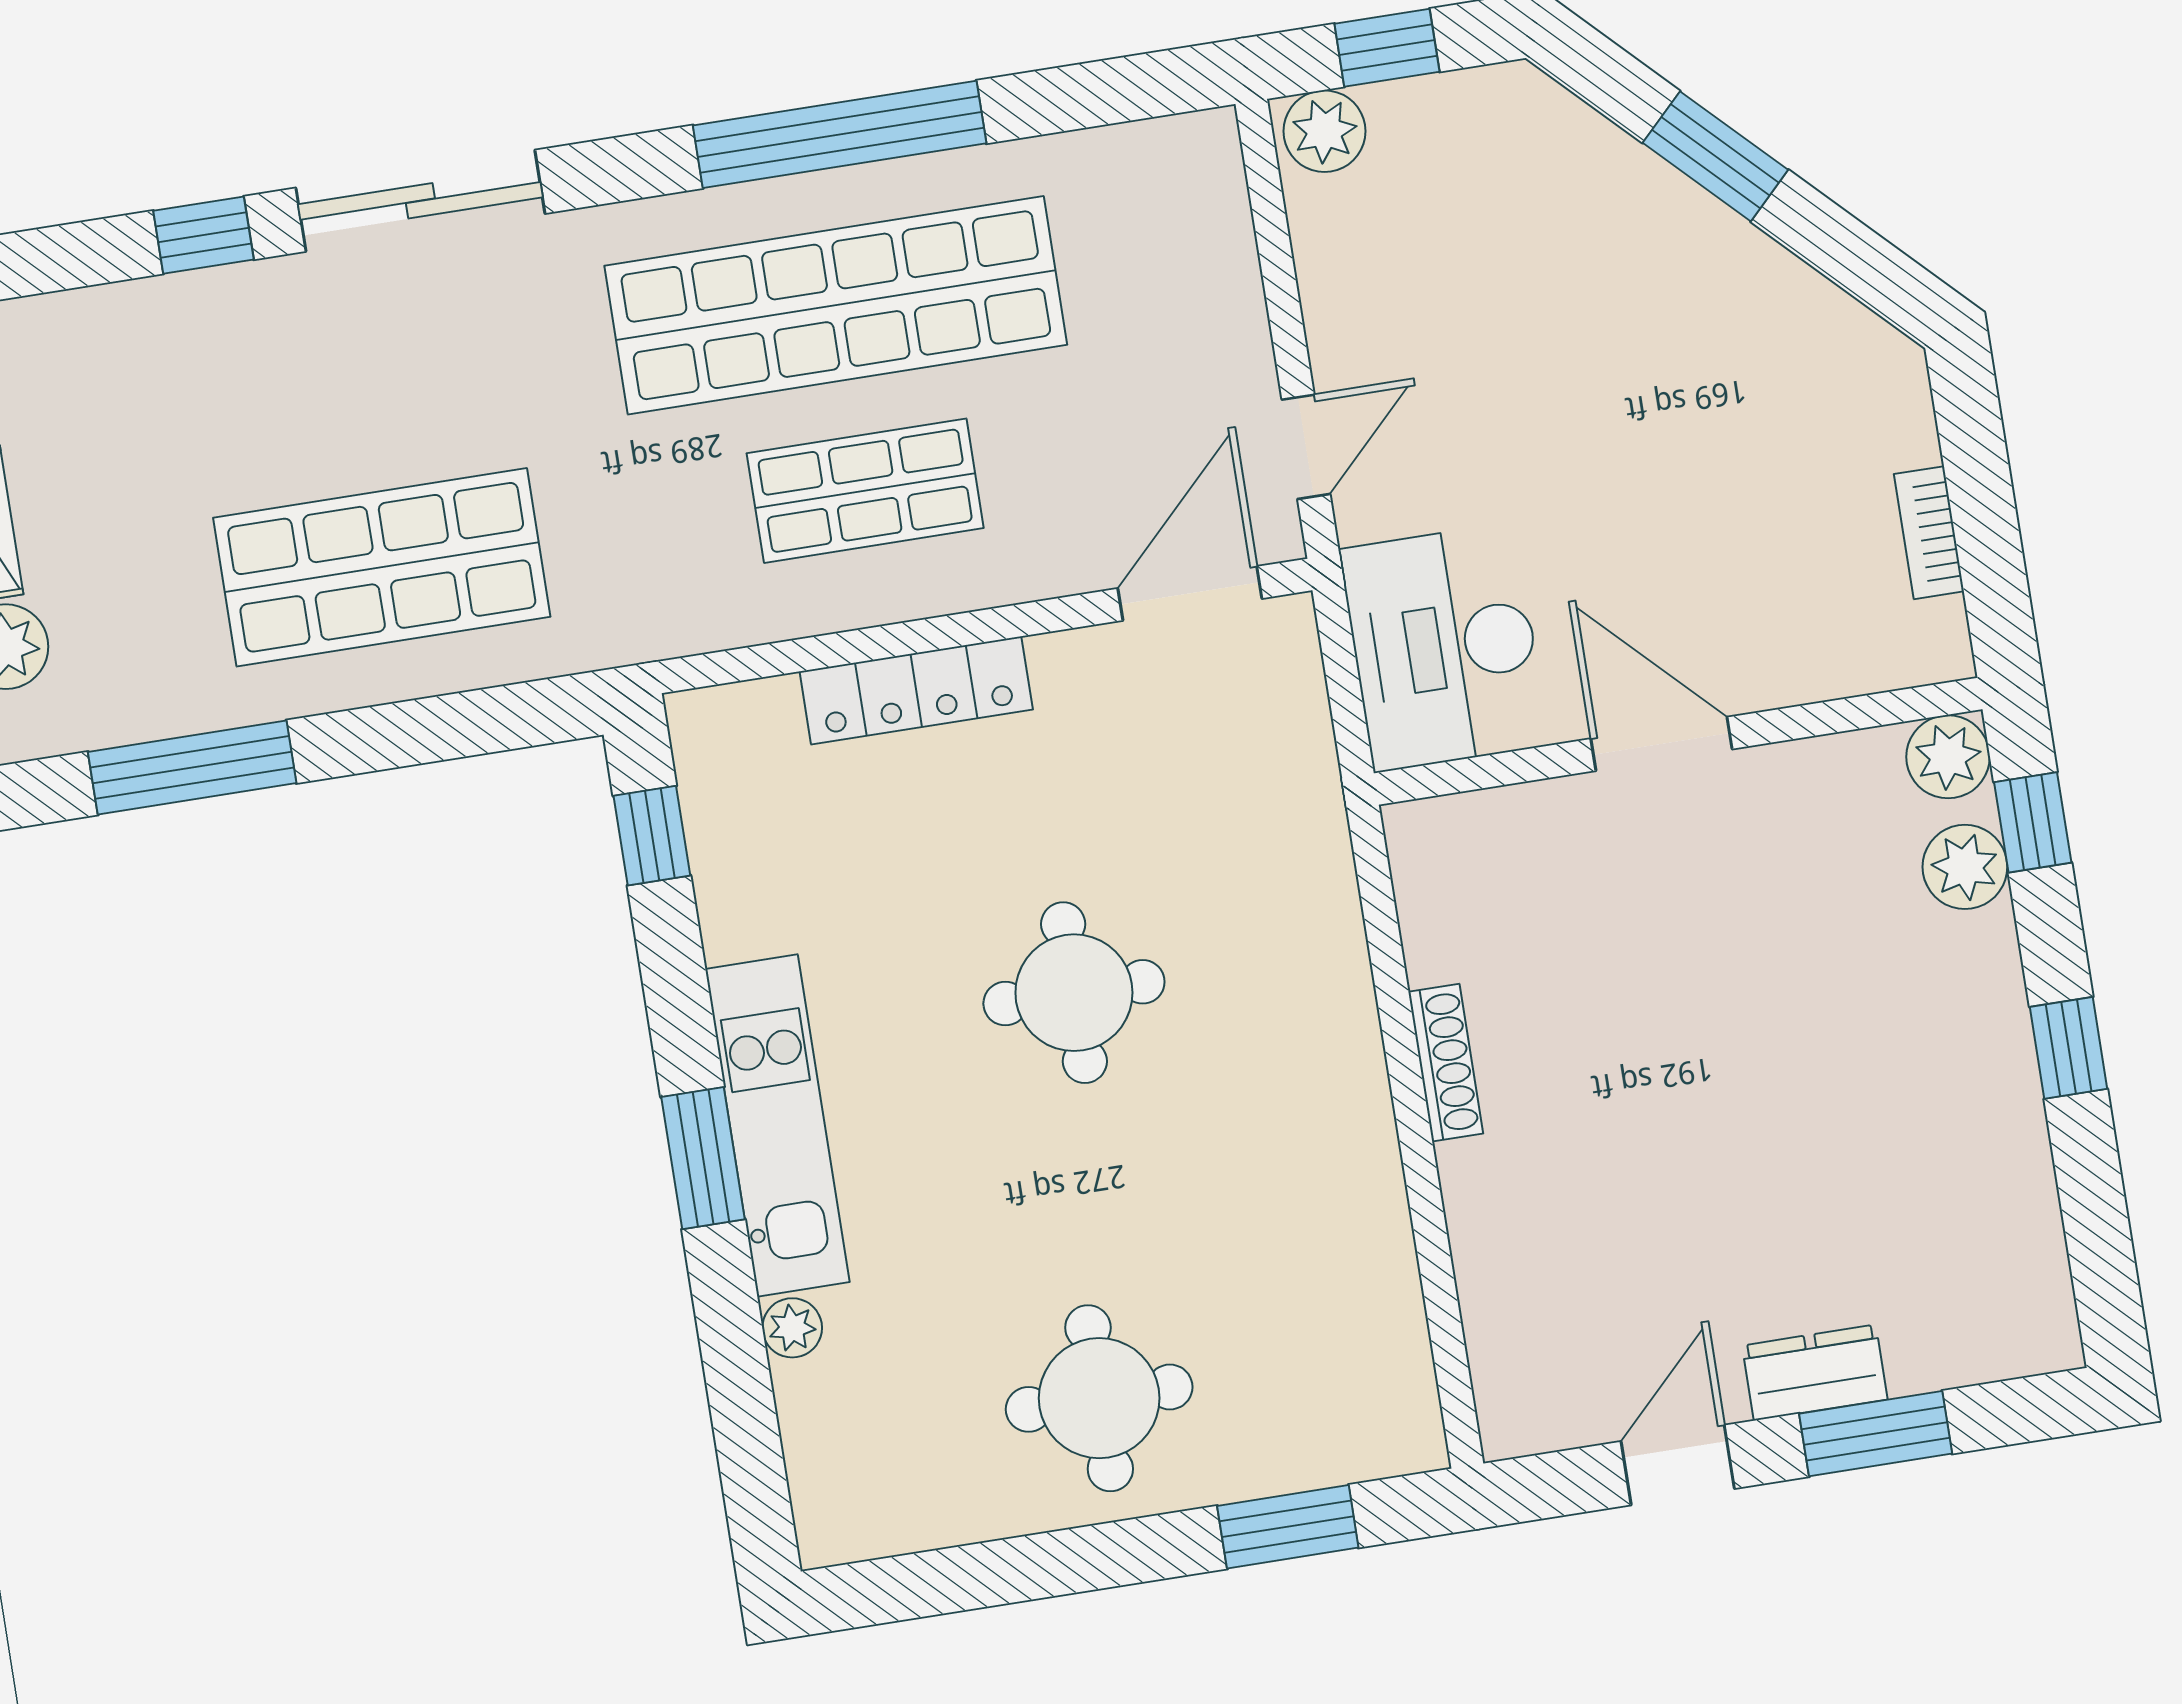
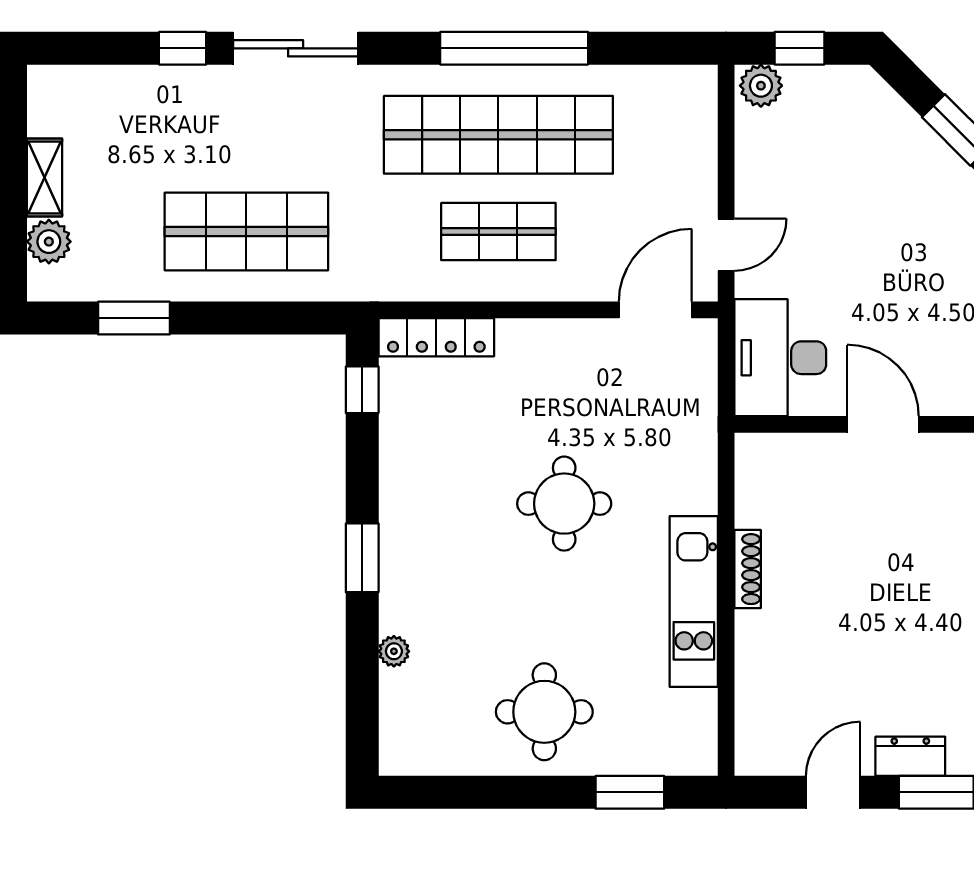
locker: (916, 691) -> (436, 337), moved
window: (192, 768) -> (134, 318), width x0.69
kitchen unit: (777, 1126) -> (694, 602), moved, turned 180

